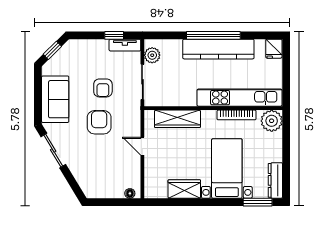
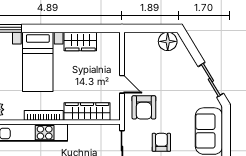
bookcase: (237, 115) -> (44, 115), moved
armchair: (99, 122) -> (144, 107), moved
floor lamp: (130, 193) -> (168, 41), moved, width x1.89, depth x1.89

